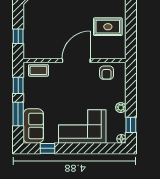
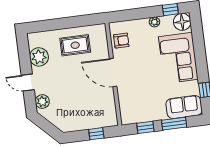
rug: (108, 27) -> (75, 45), turned 90
coffee table: (38, 70) -> (128, 109), removed
floor lamp: (121, 139) -> (182, 22), width x1.89, depth x1.89

